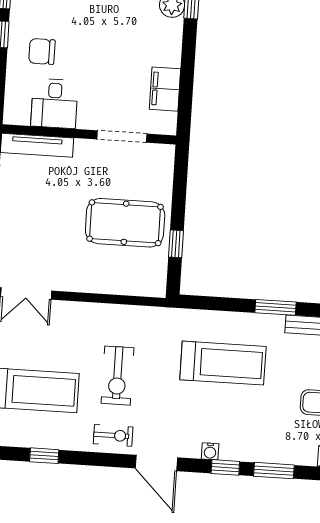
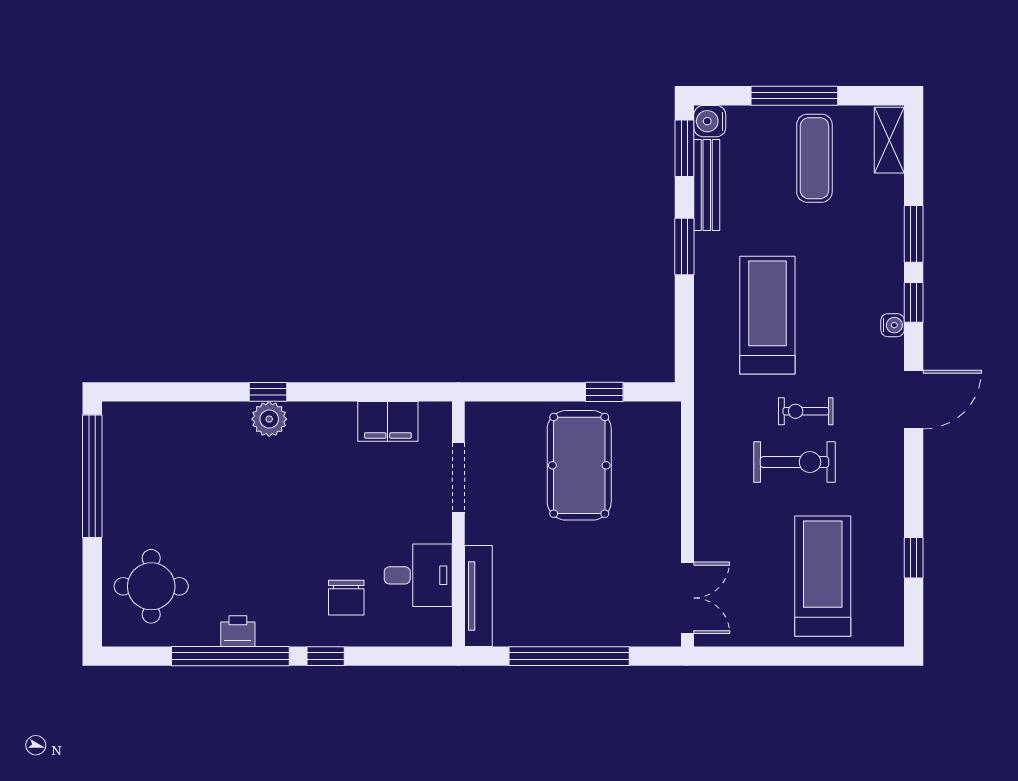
exercise bike: (113, 435) -> (806, 411), moved, turned -90

